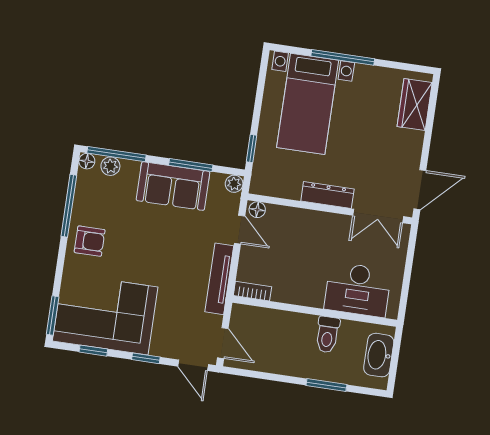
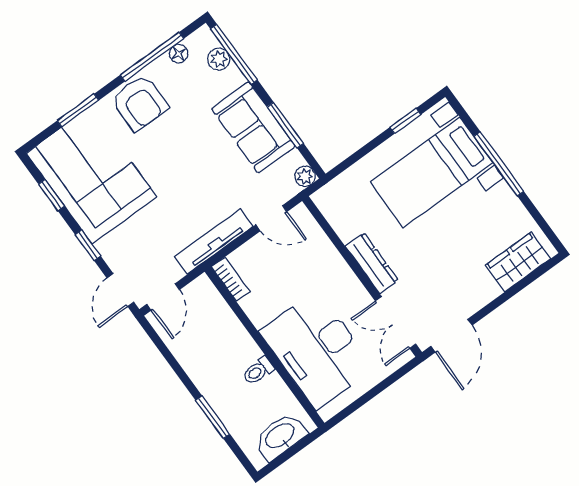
window: (252, 148) -> (405, 121), moved
floor lamp: (87, 161) -> (179, 54), moved
door: (420, 190) -> (451, 336), hinge flipped
floor lamp: (257, 210) -> (302, 217), removed
door: (240, 230) -> (271, 218), hinge flipped
armchair: (90, 241) -> (140, 103), width x1.38, depth x1.38
desk: (358, 290) -> (317, 350), width x1.36, depth x1.30
window: (53, 315) -> (78, 110), moved
toilet: (327, 335) -> (258, 371), width x0.73, depth x0.72

